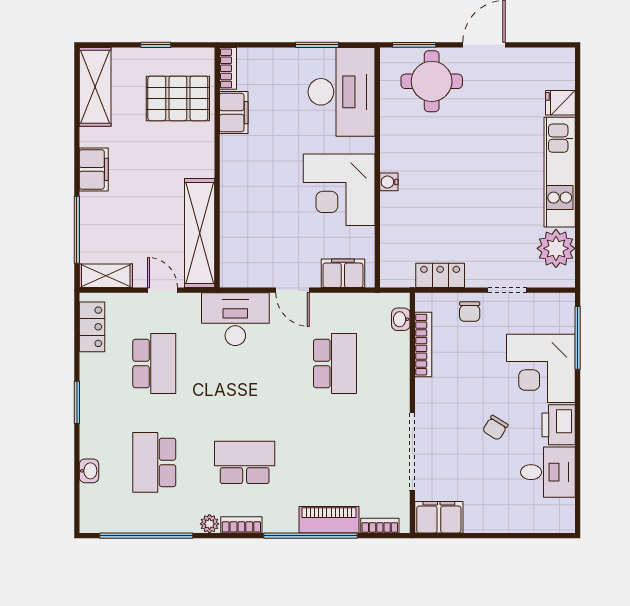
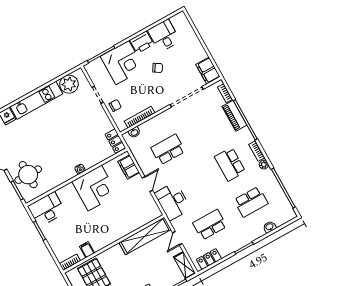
desk: (342, 92) -> (47, 209), width x0.73, depth x0.77
filing cabinet: (234, 113) -> (87, 250), width x0.50
locker: (440, 275) -> (115, 141), moved

